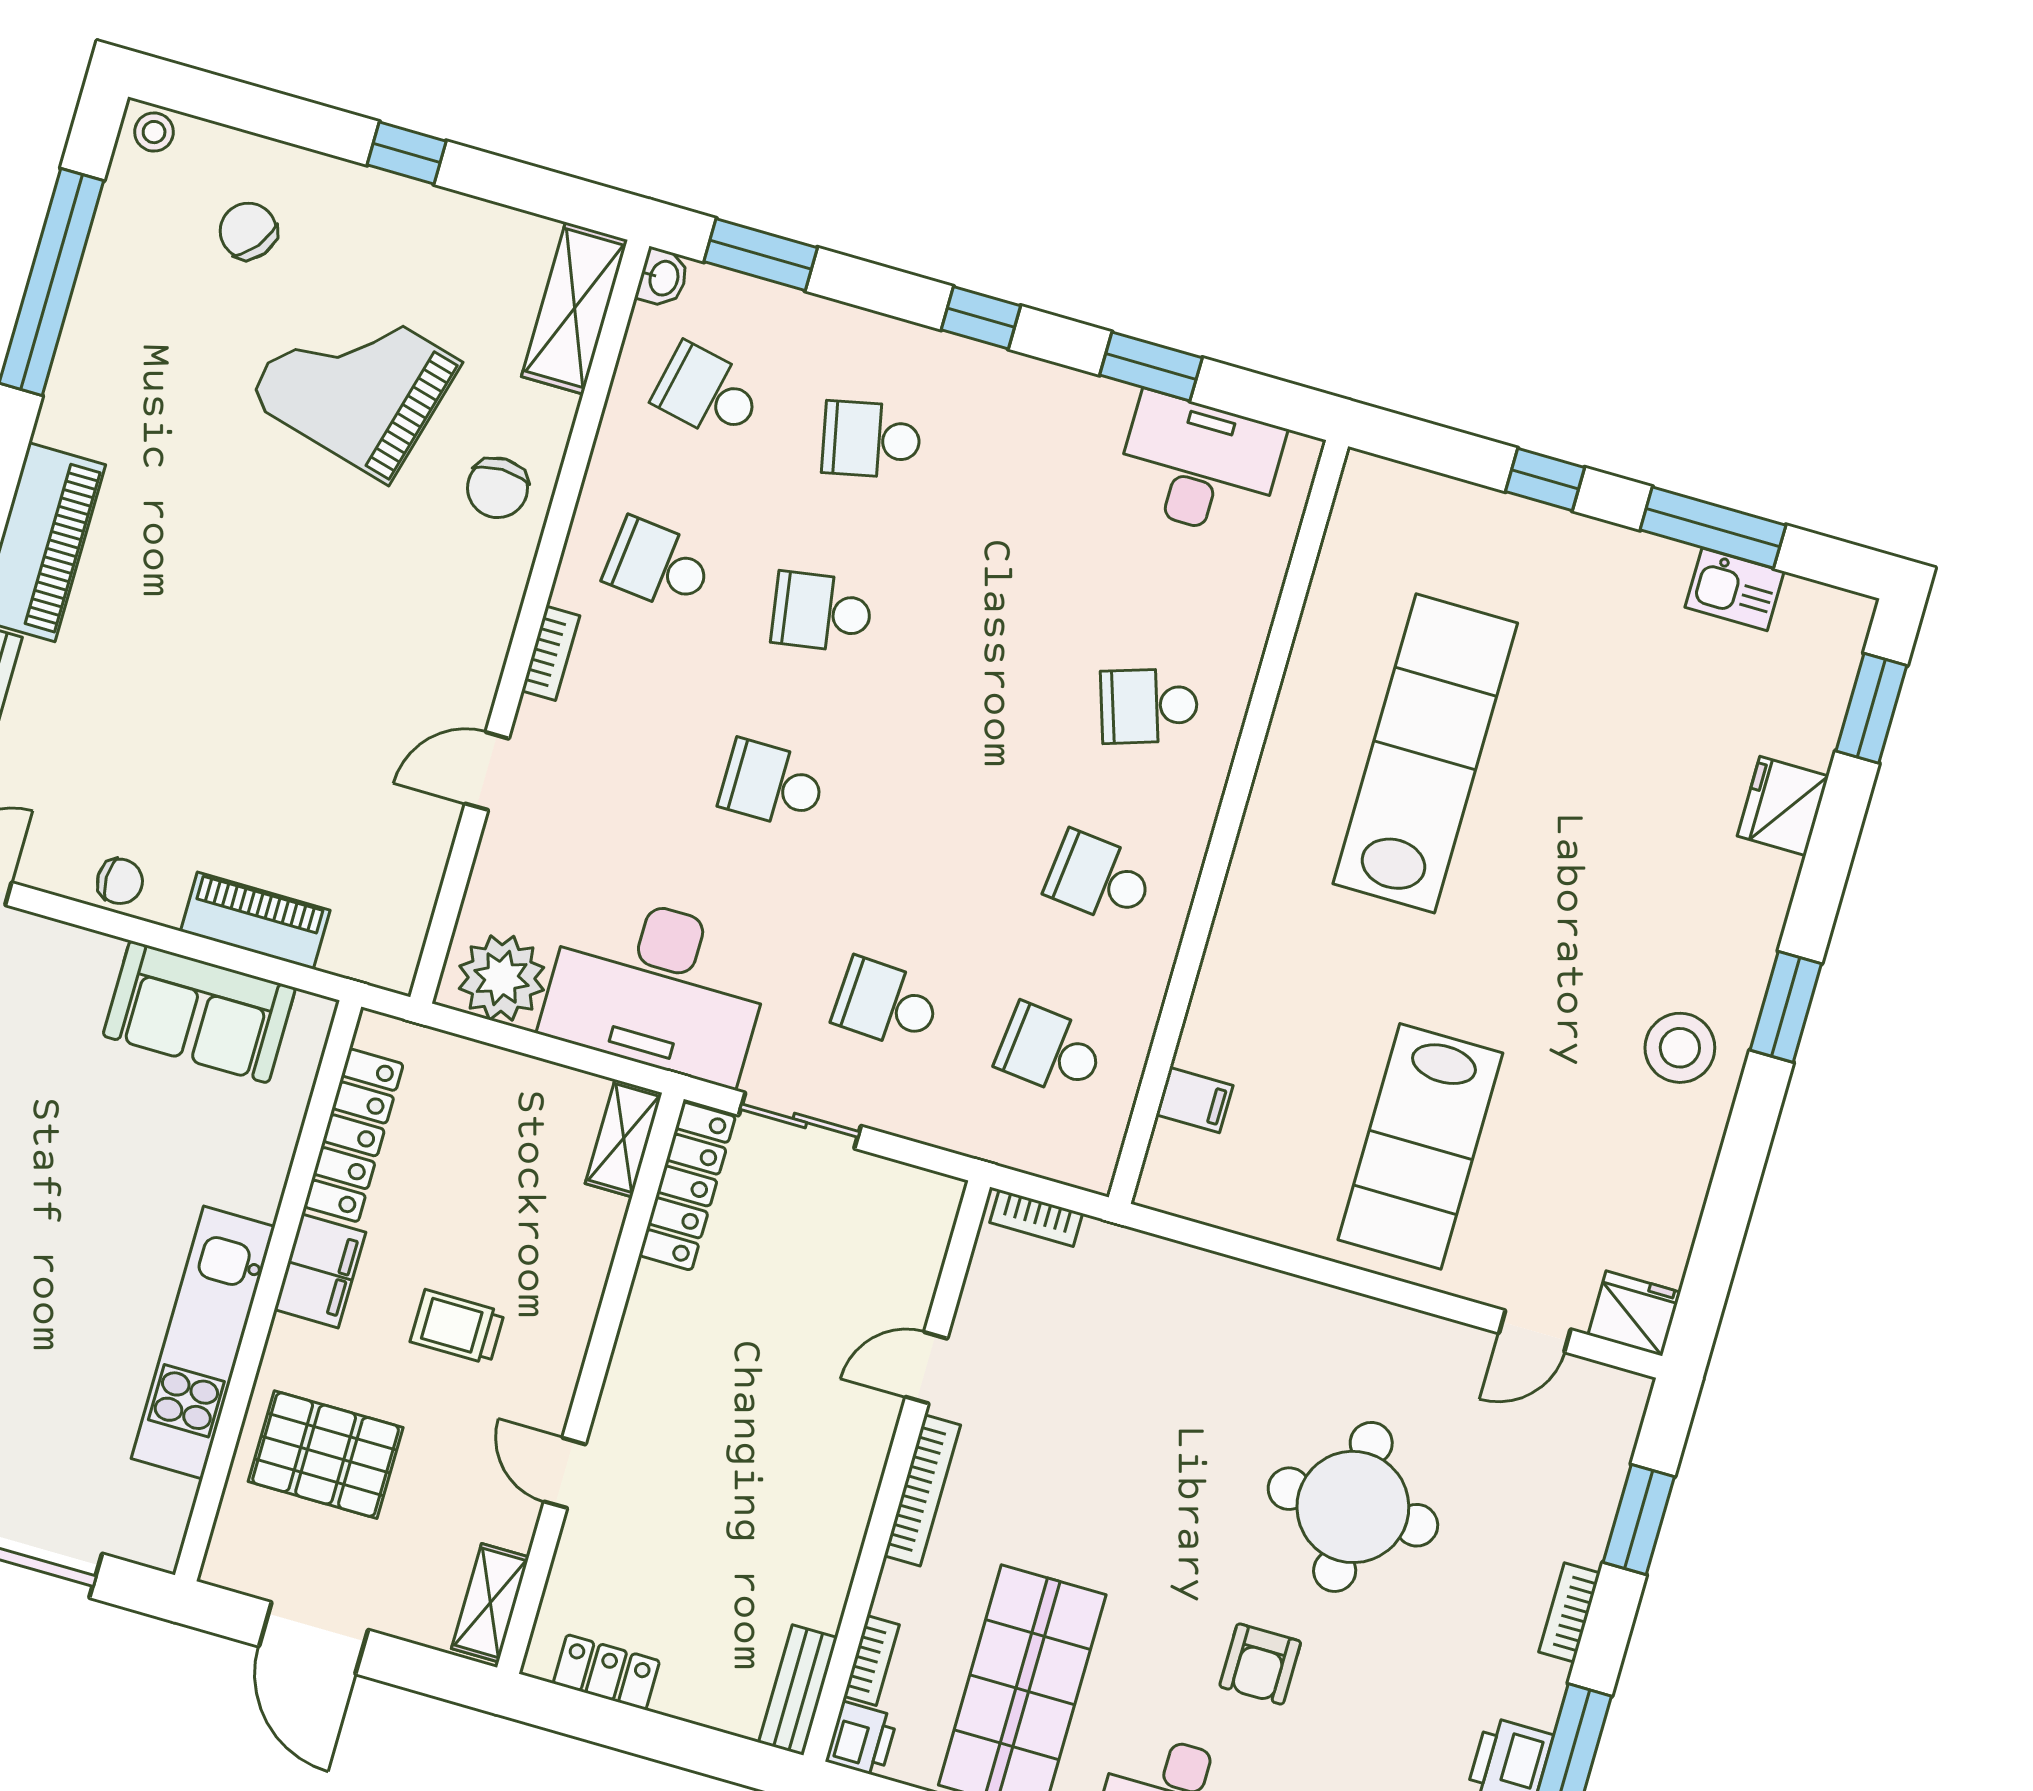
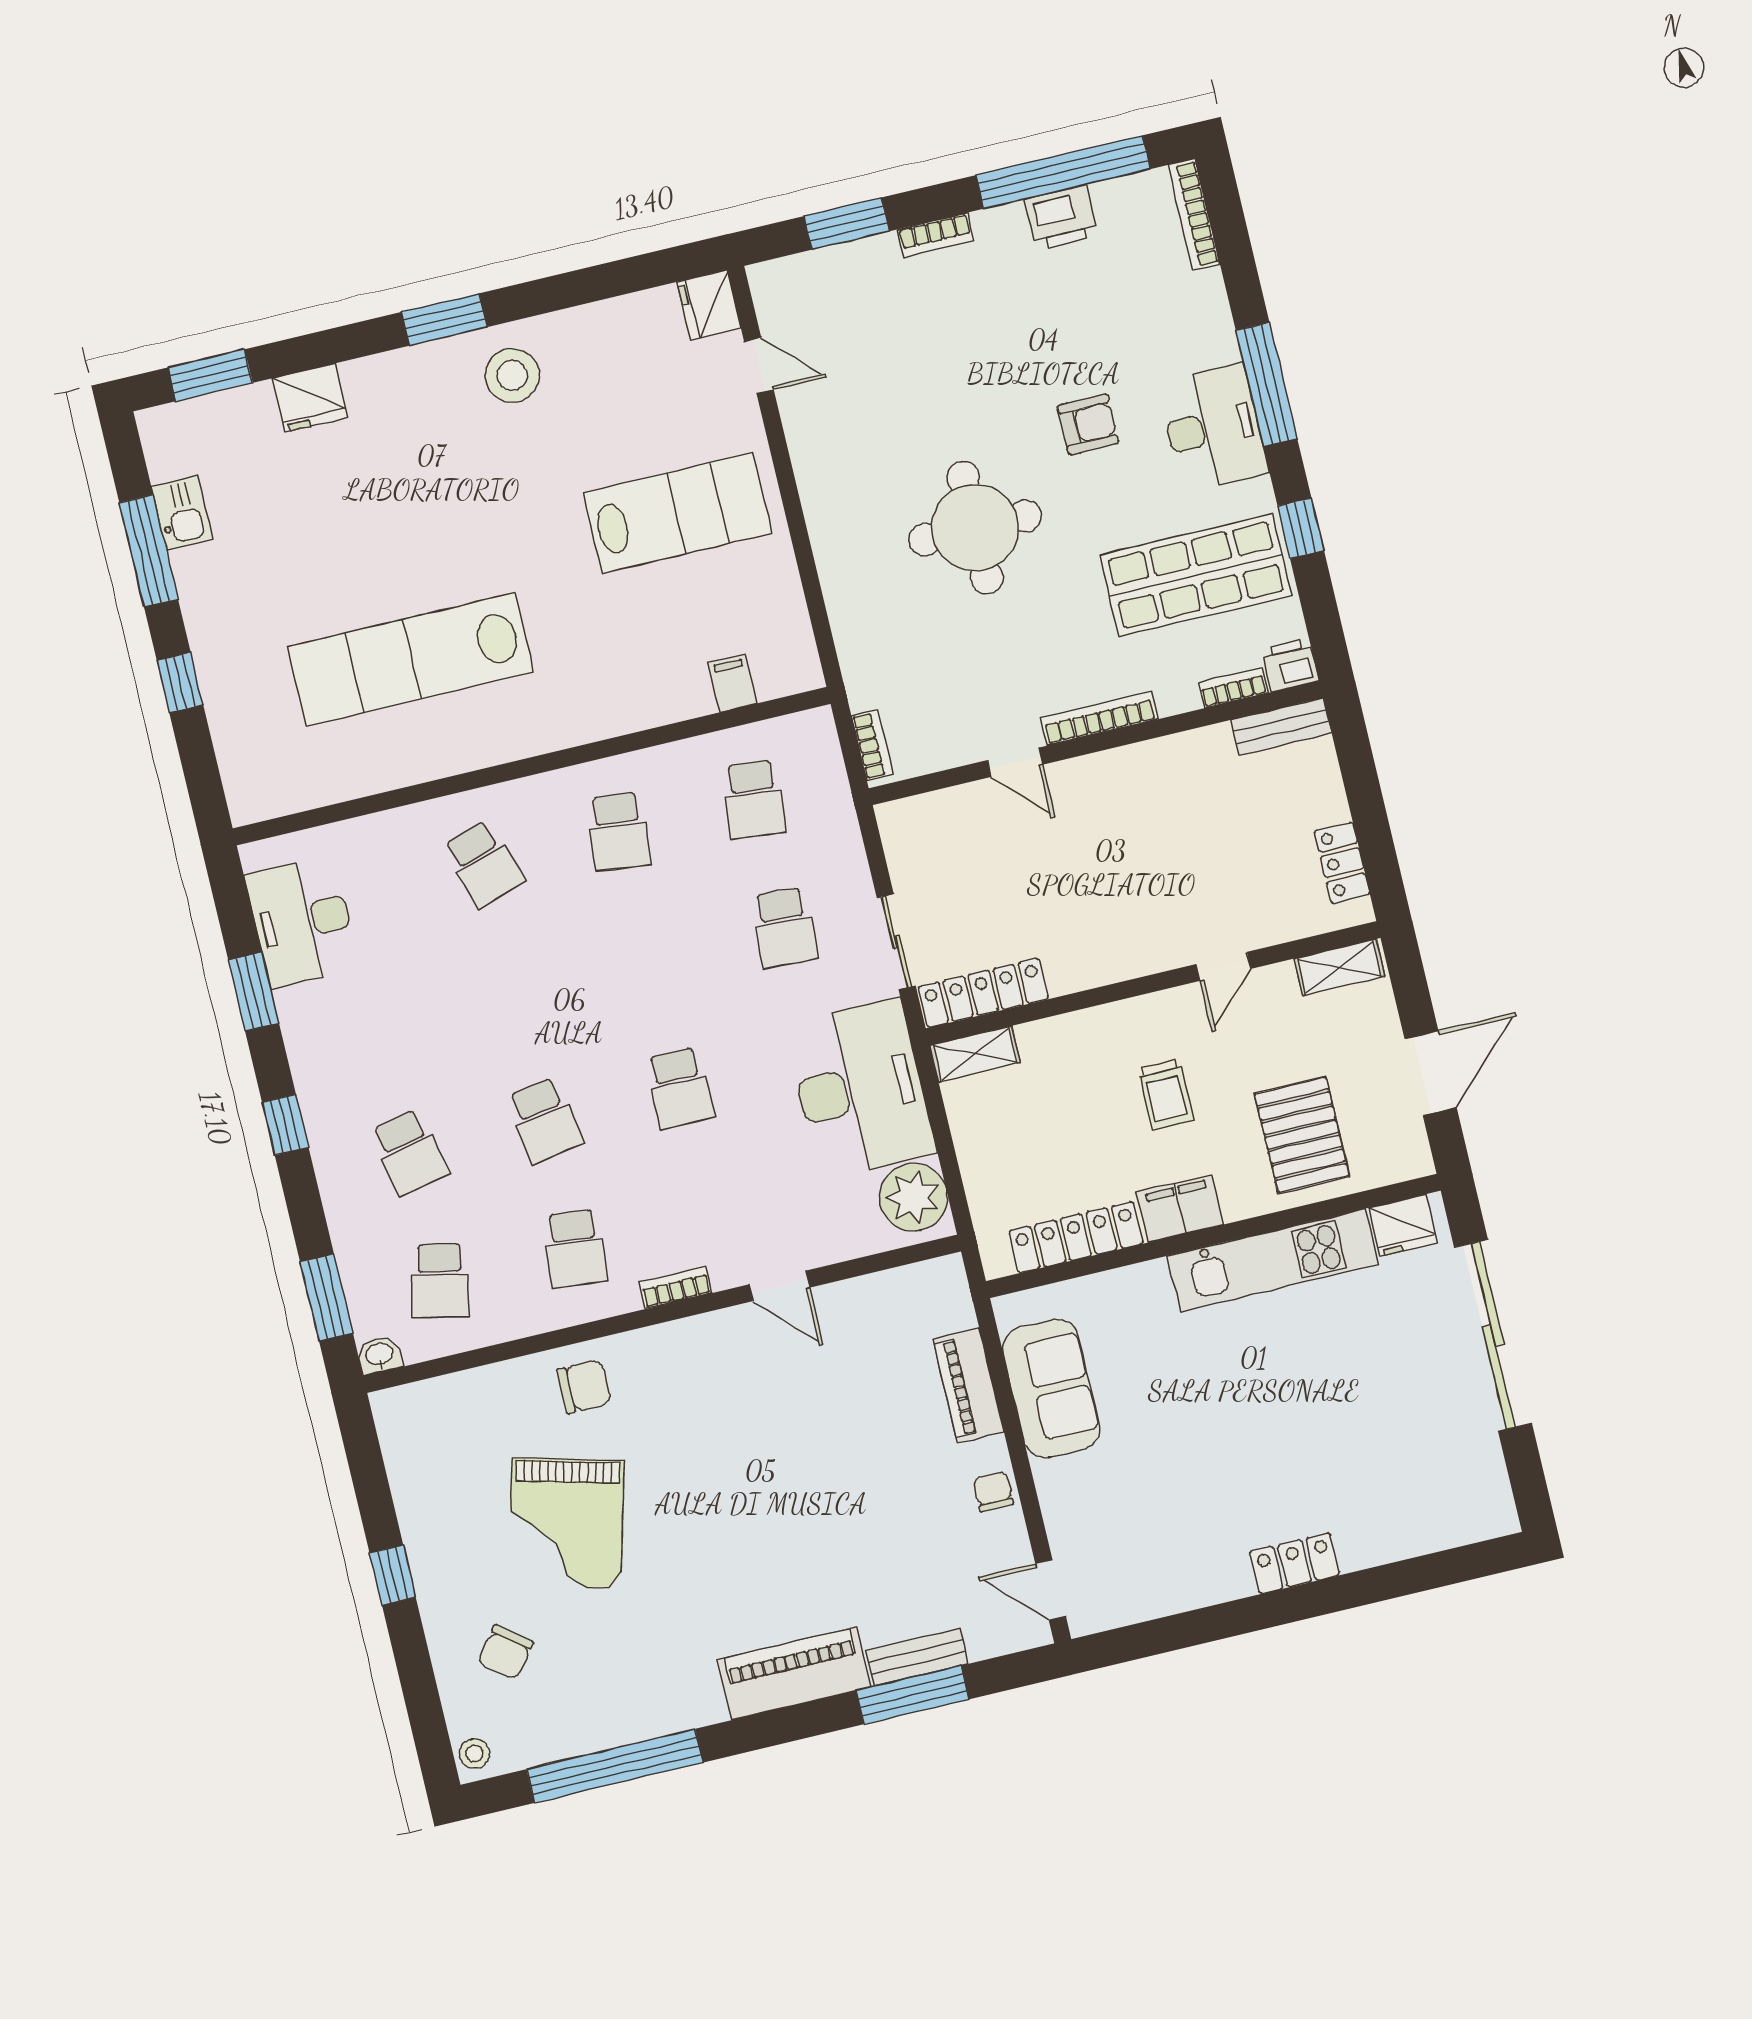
shelving: (575, 308) -> (433, 1403), removed
round table: (1353, 1507) -> (975, 528), moved
fridge: (160, 1511) -> (1403, 1225), added

